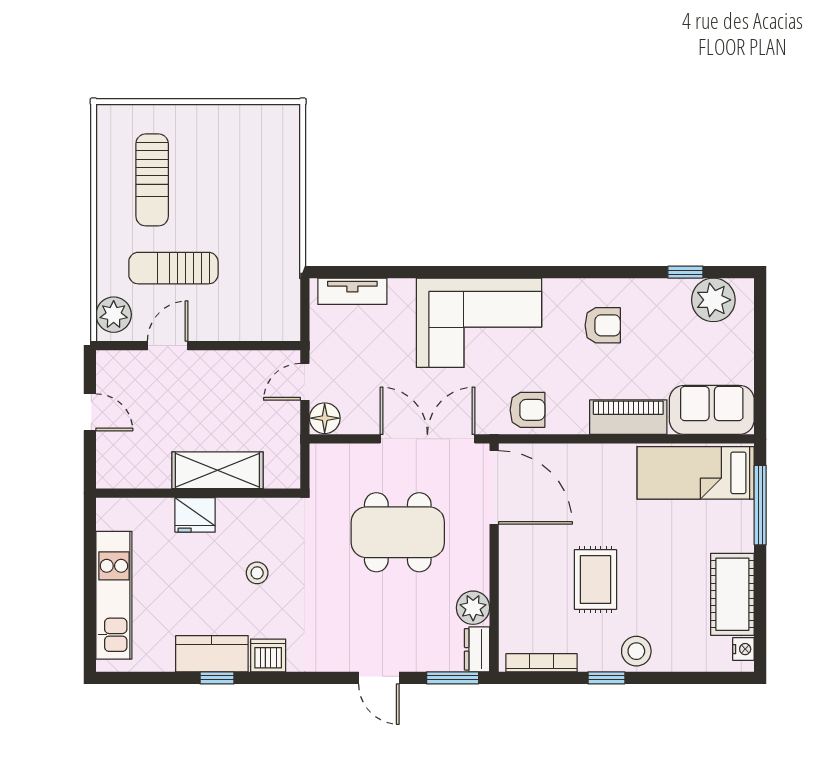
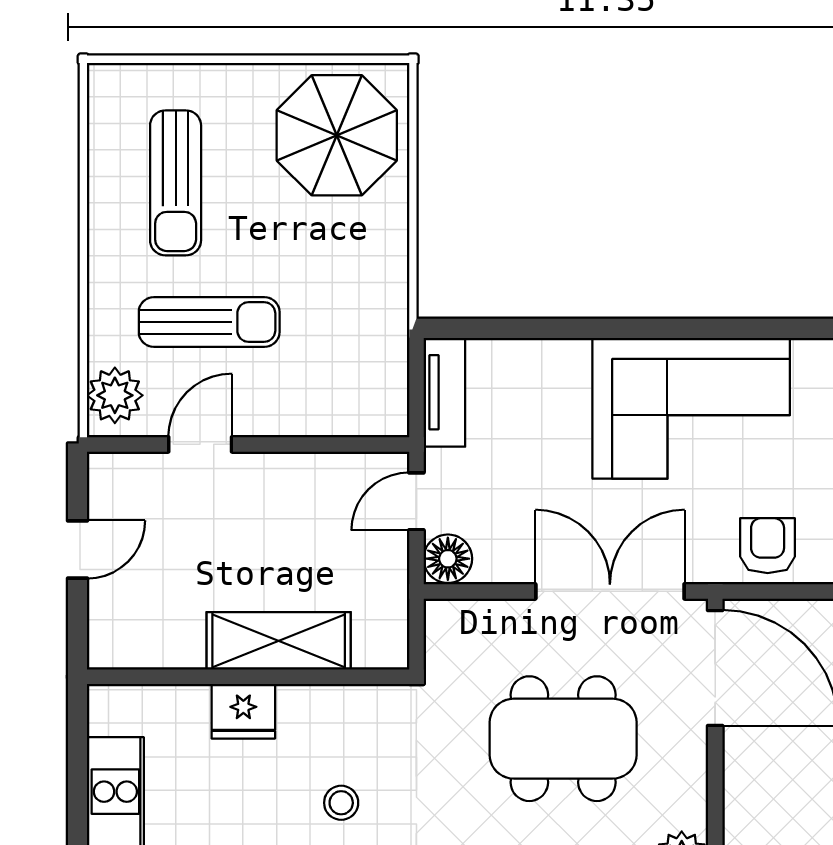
parasol: (254, 150) -> (337, 135), added
sun lounger: (173, 268) -> (209, 322), turned 180
tv unit: (352, 291) -> (444, 392), moved, turned -90
armchair: (527, 410) -> (768, 546), turned -90
door: (90, 412) -> (77, 550), hinge flipped

